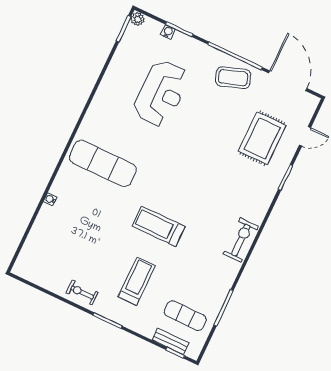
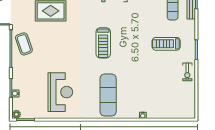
reception desk: (161, 93) -> (60, 92), moved, turned 90
treadmill: (159, 226) -> (103, 43), moved

